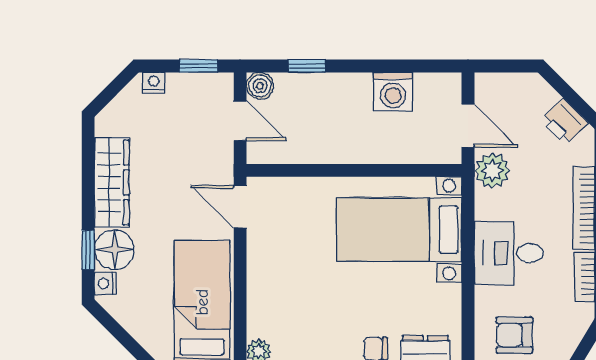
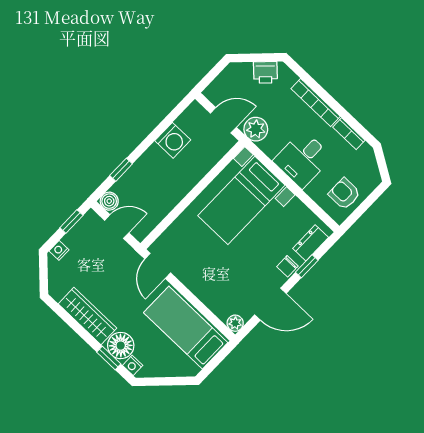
door: (240, 207) -> (158, 266), hinge flipped
armchair: (514, 335) -> (344, 194), turned 90

